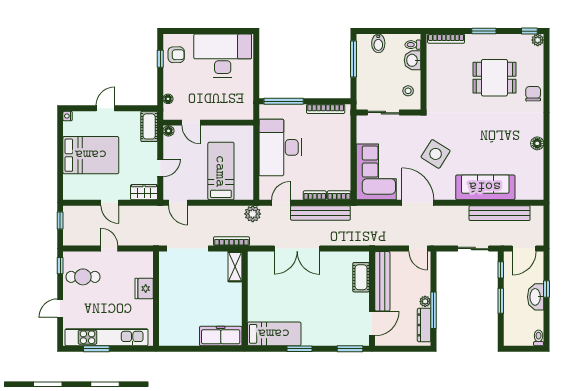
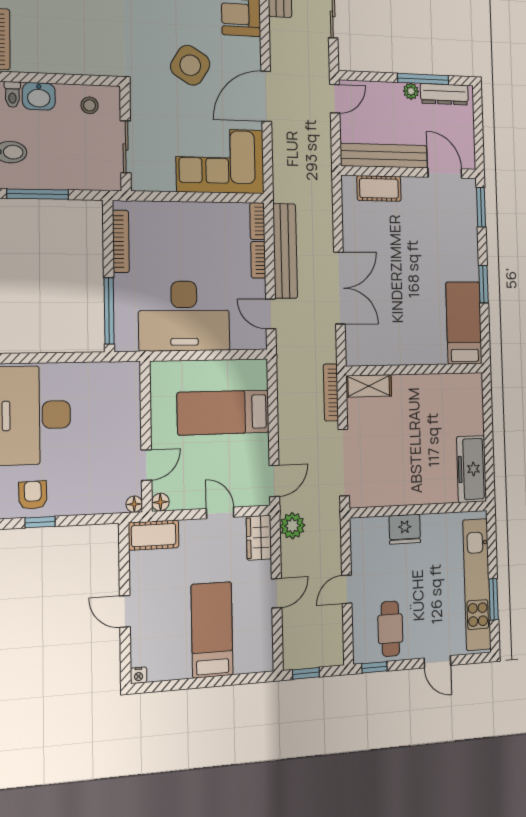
floor lamp: (168, 99) -> (134, 504), moved
bed: (91, 155) -> (212, 630), width x0.67
plant: (253, 214) -> (292, 526), moved
freezer: (221, 336) -> (471, 469), moved

